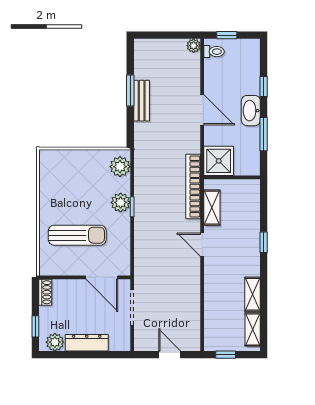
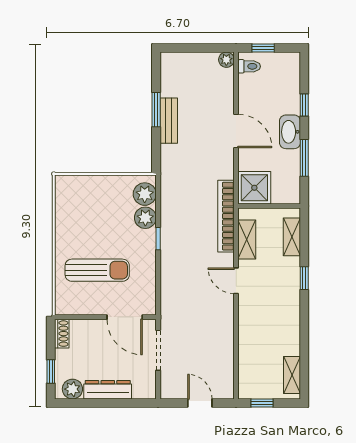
plant: (121, 202) -> (145, 218), moved
shelving: (252, 294) -> (292, 237), moved

